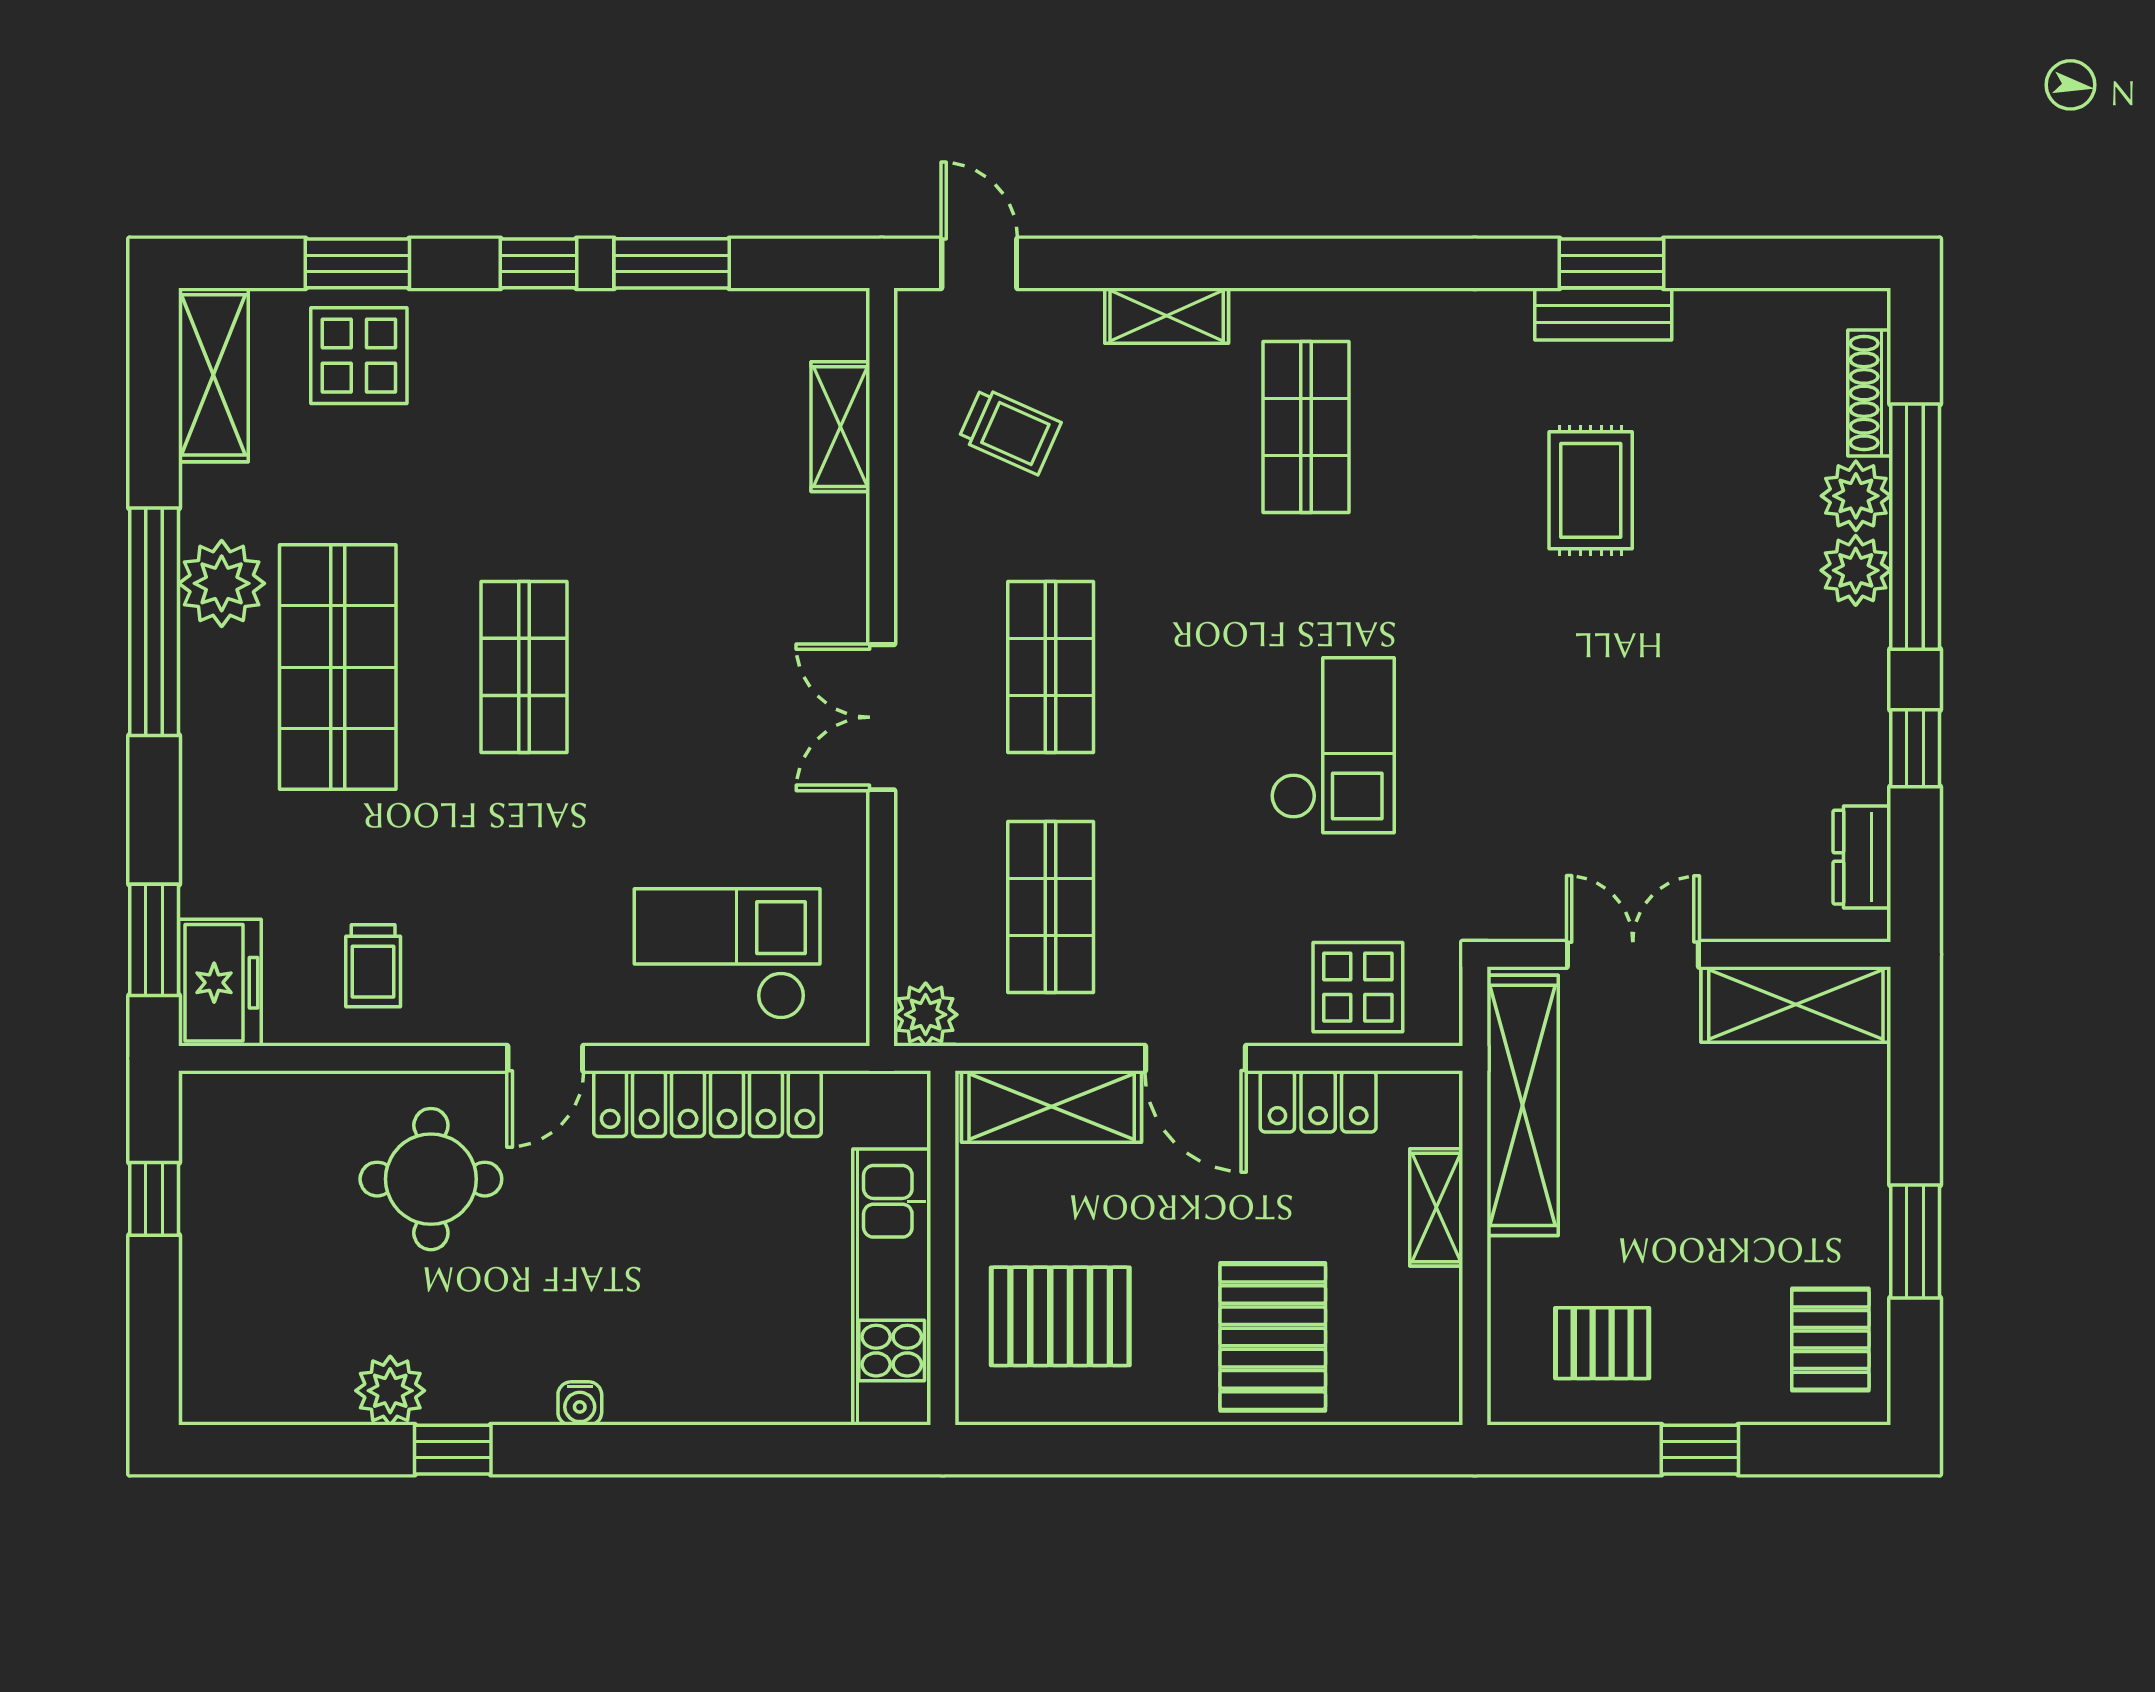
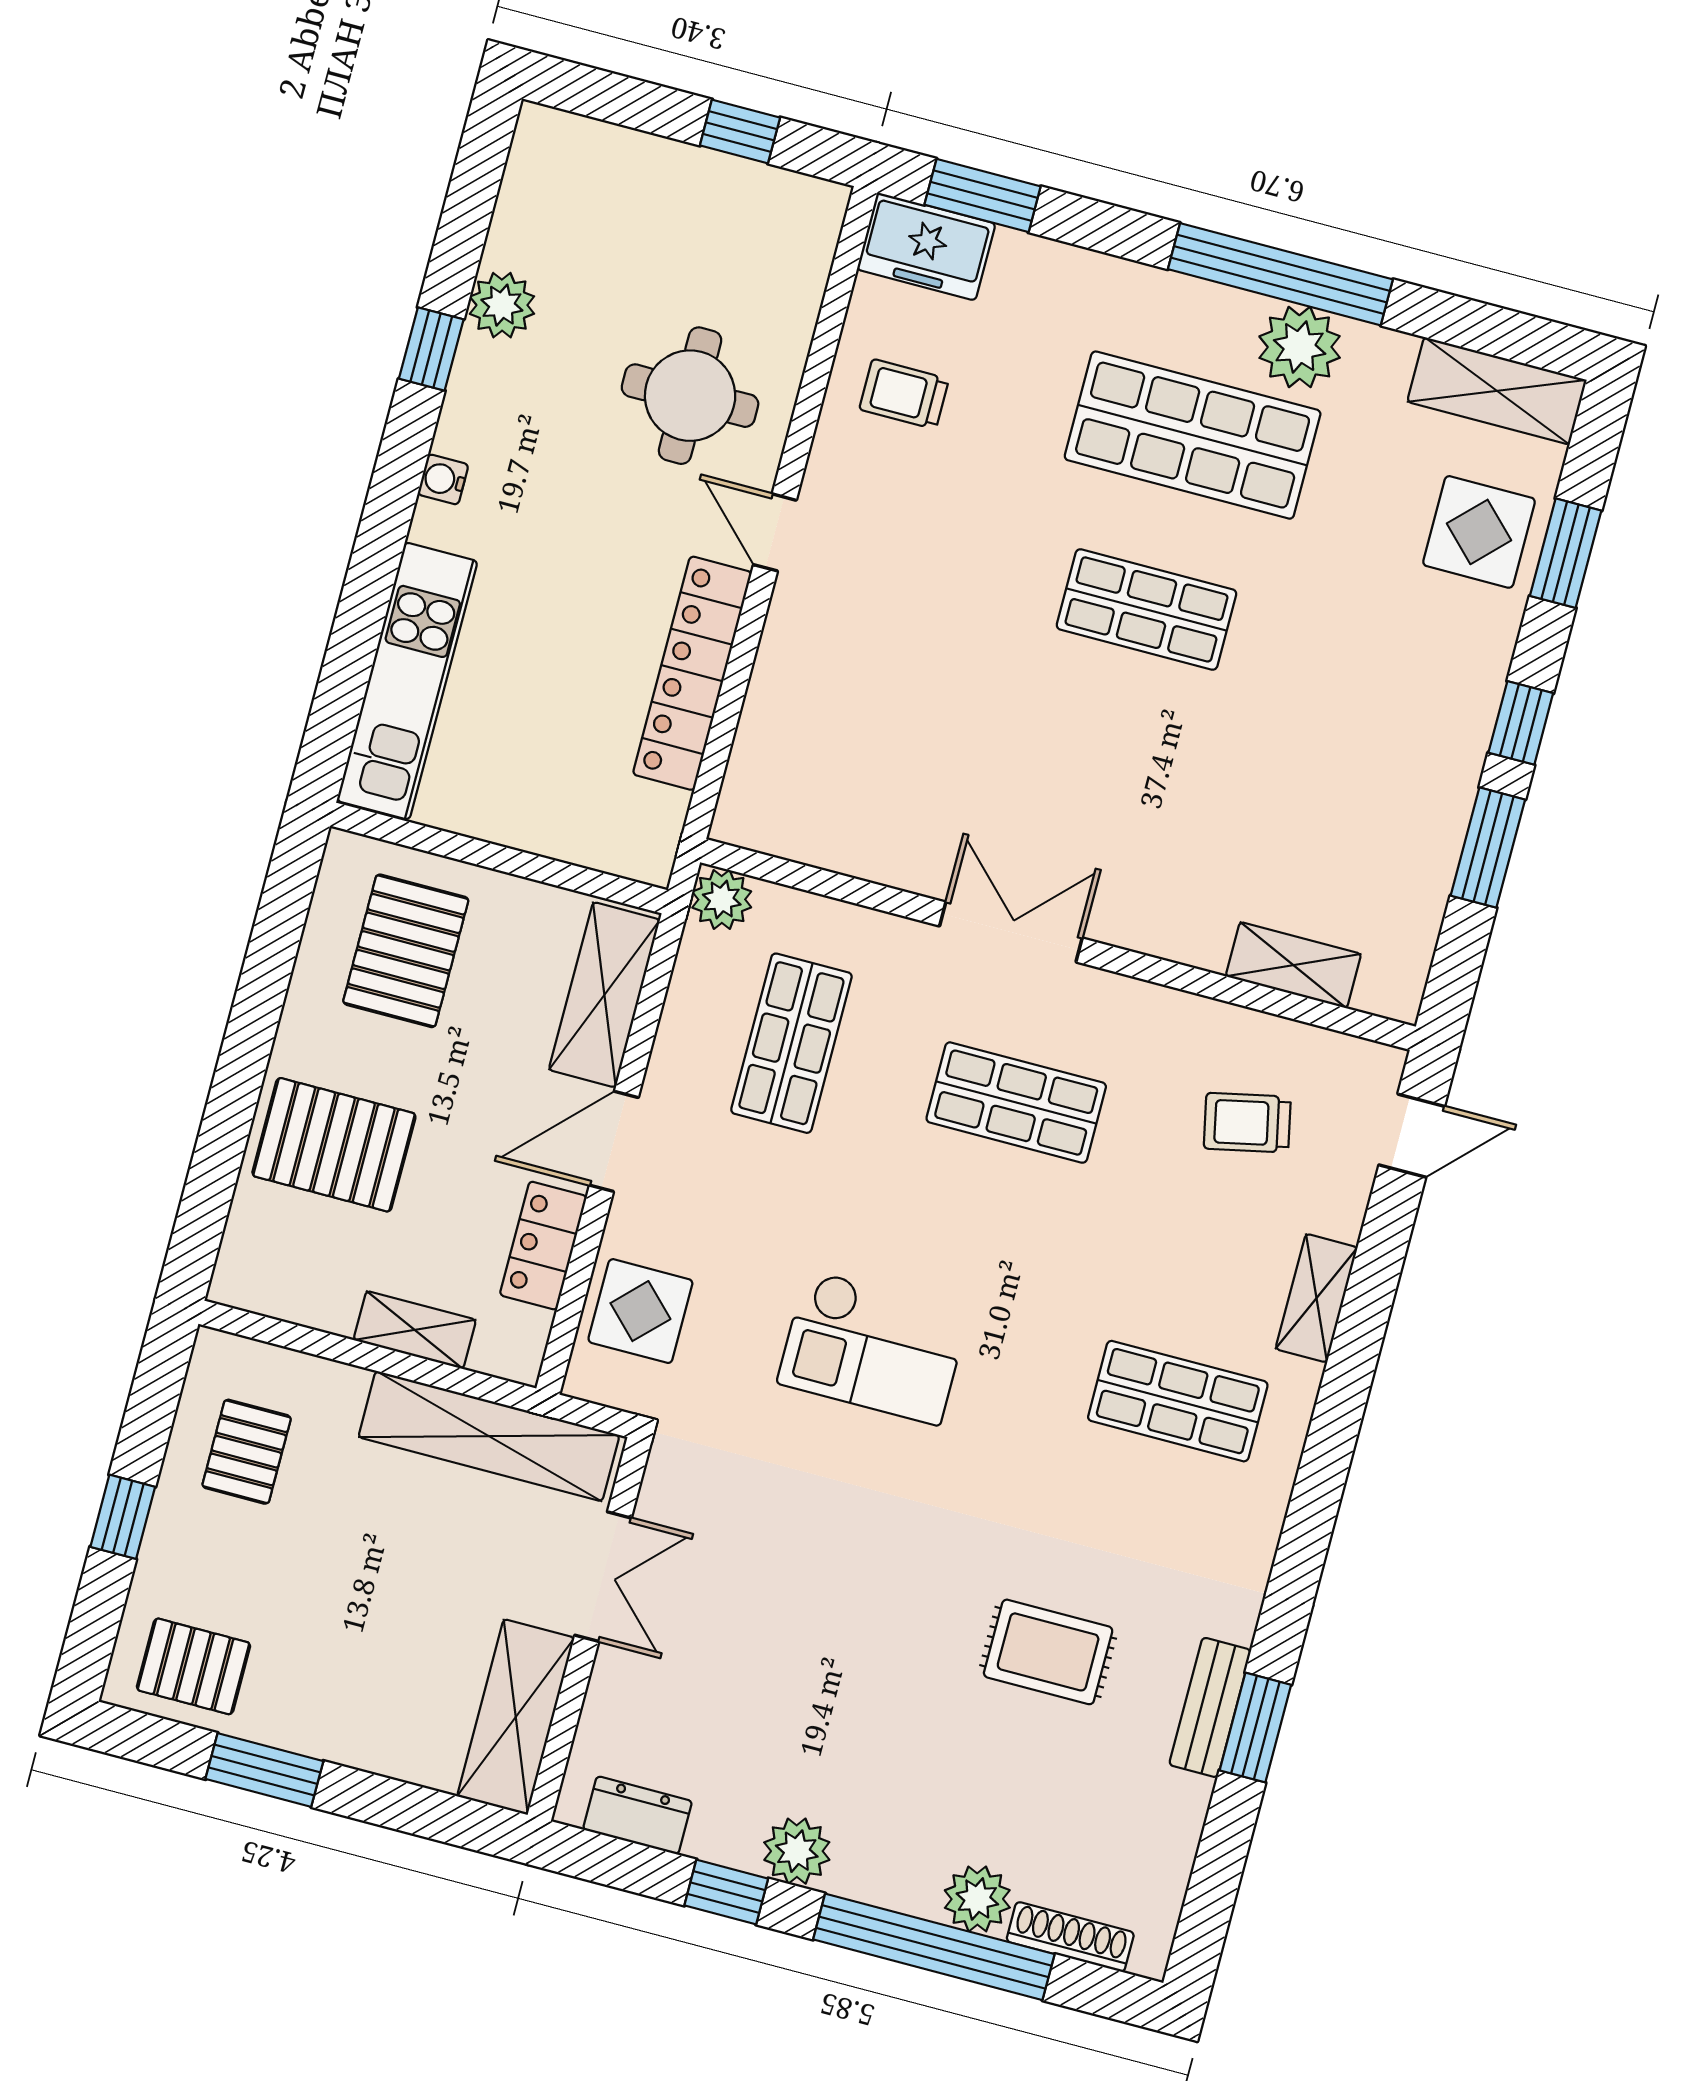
trolley: (1010, 431) -> (1247, 1123), turned 54
plant: (1856, 570) -> (797, 1851), moved
shop shelf: (1051, 907) -> (791, 1043), turned 90
checkout: (727, 954) -> (828, 729), removed
kitchen unit: (892, 1287) -> (407, 681), moved, turned 90

